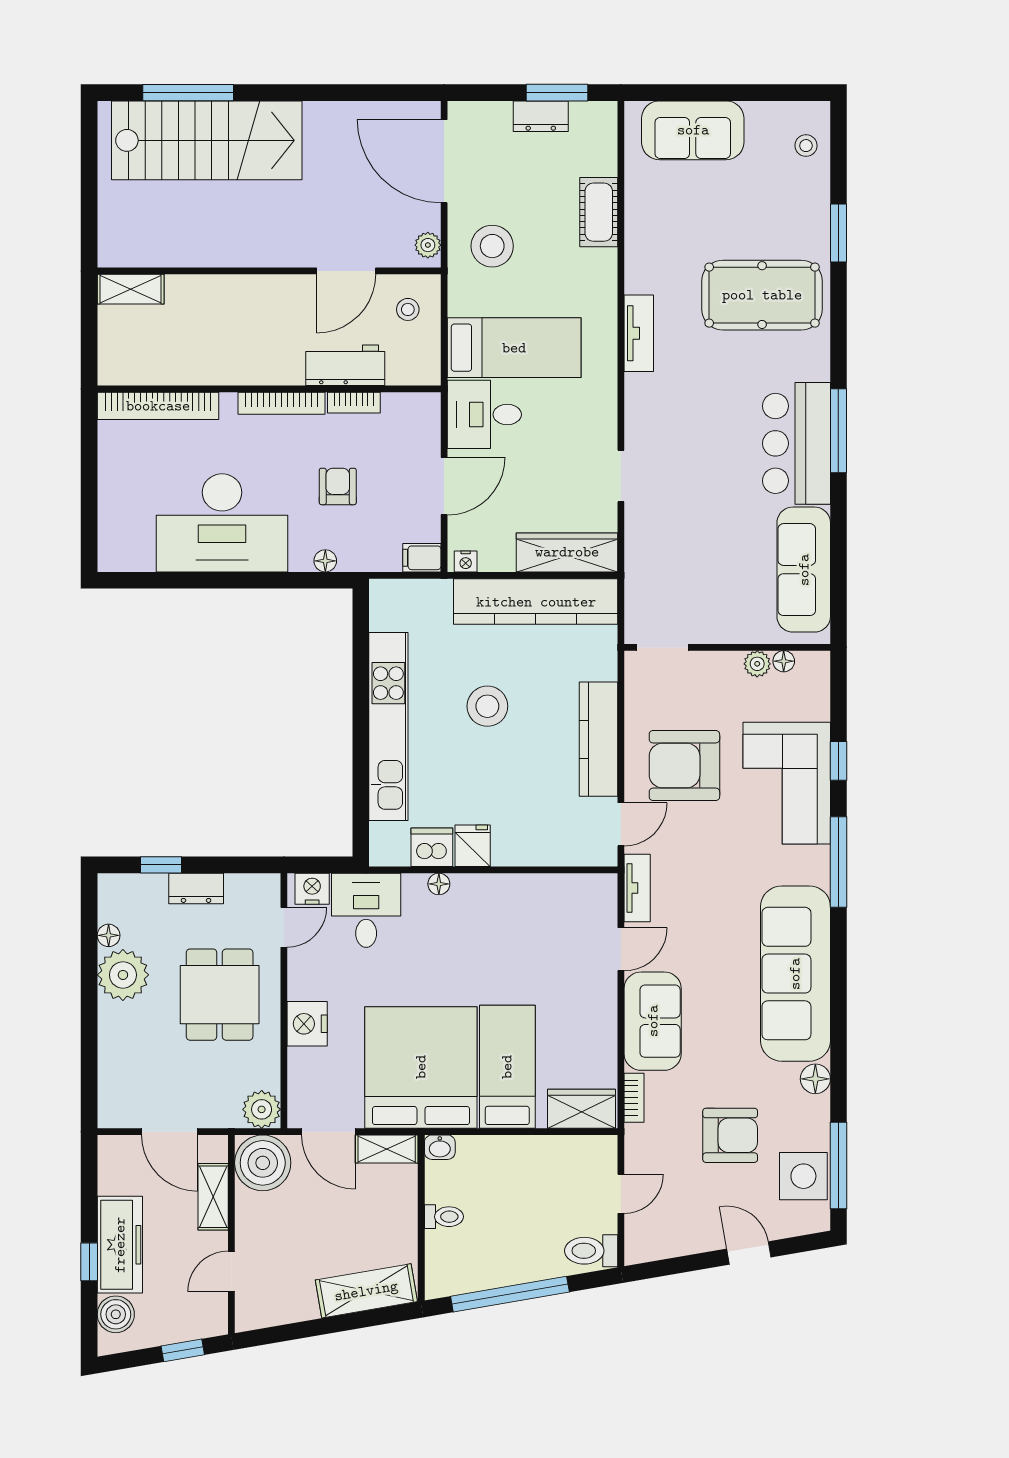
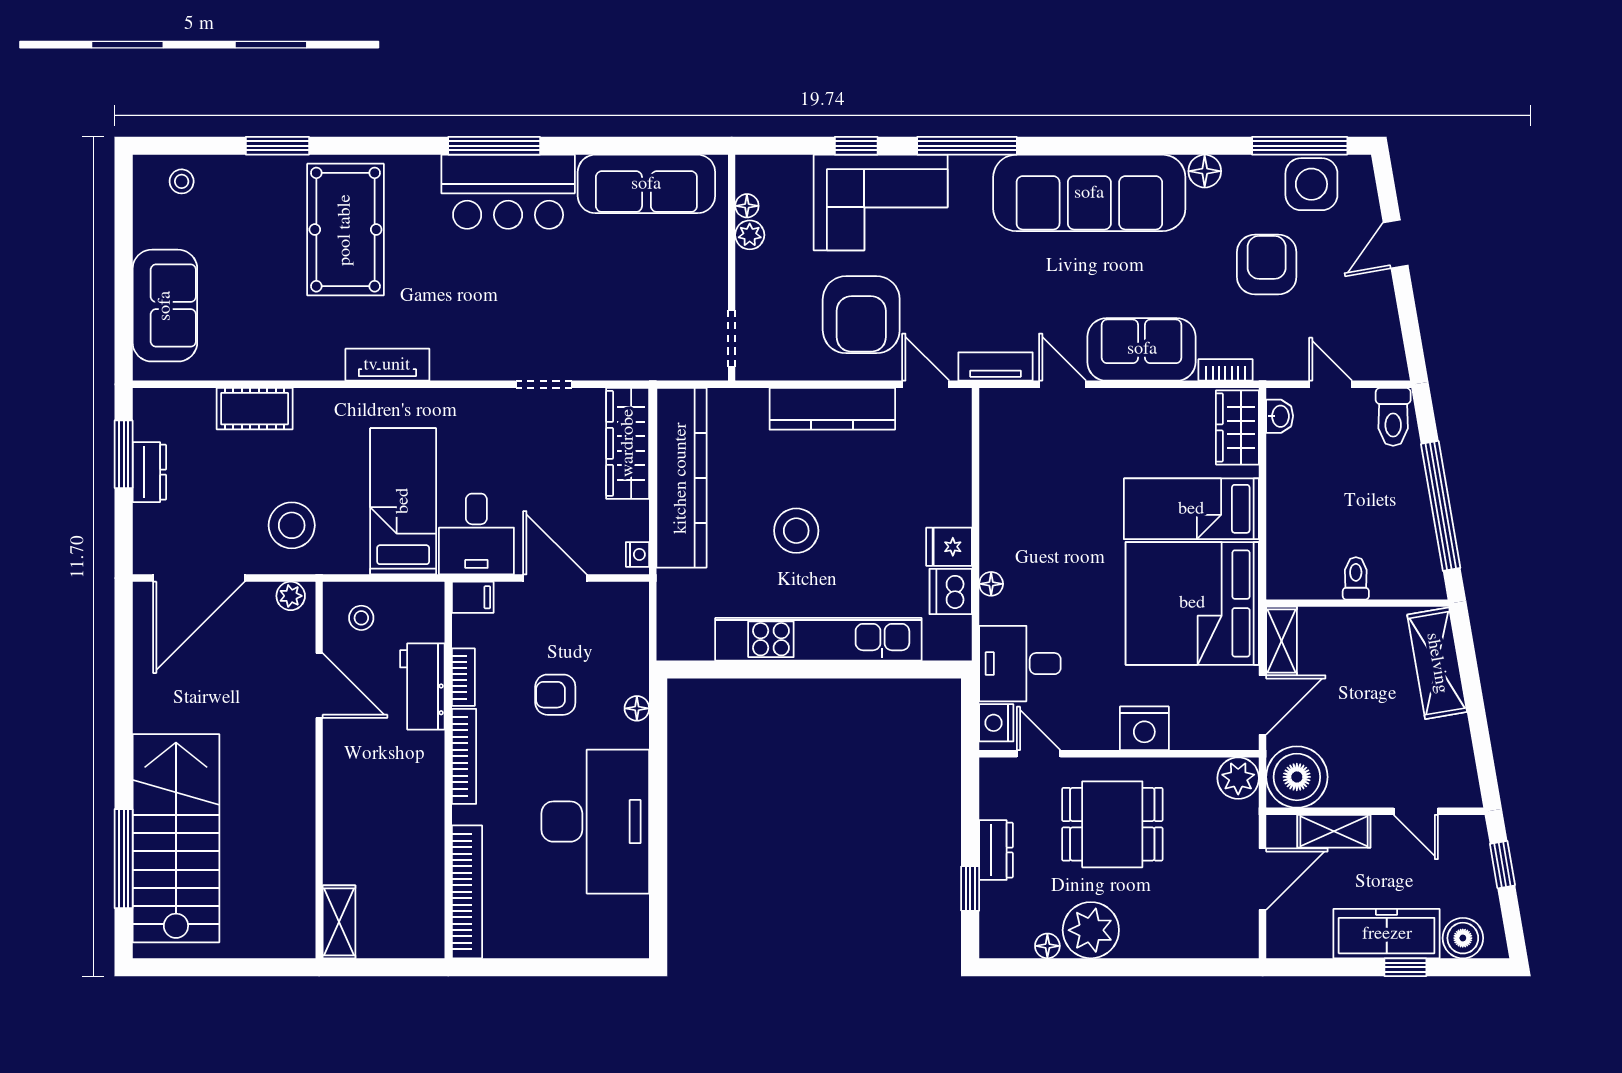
filing cabinet: (422, 558) -> (473, 597), moved, turned -90
washbasin: (440, 1147) -> (1280, 416), moved

